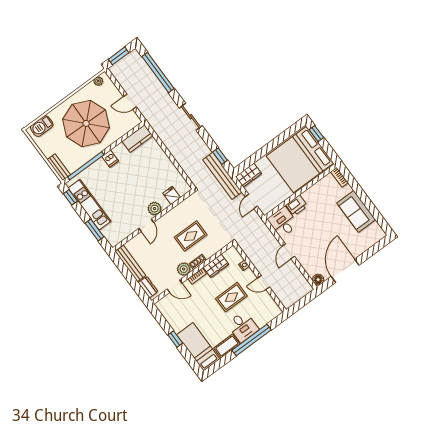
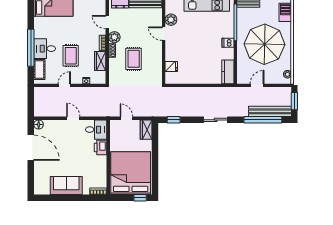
bench: (222, 176) -> (270, 111), moved
plant: (155, 209) -> (171, 20), moved
door: (175, 286) -> (107, 22), hinge flipped
cot: (227, 346) -> (39, 69), moved

